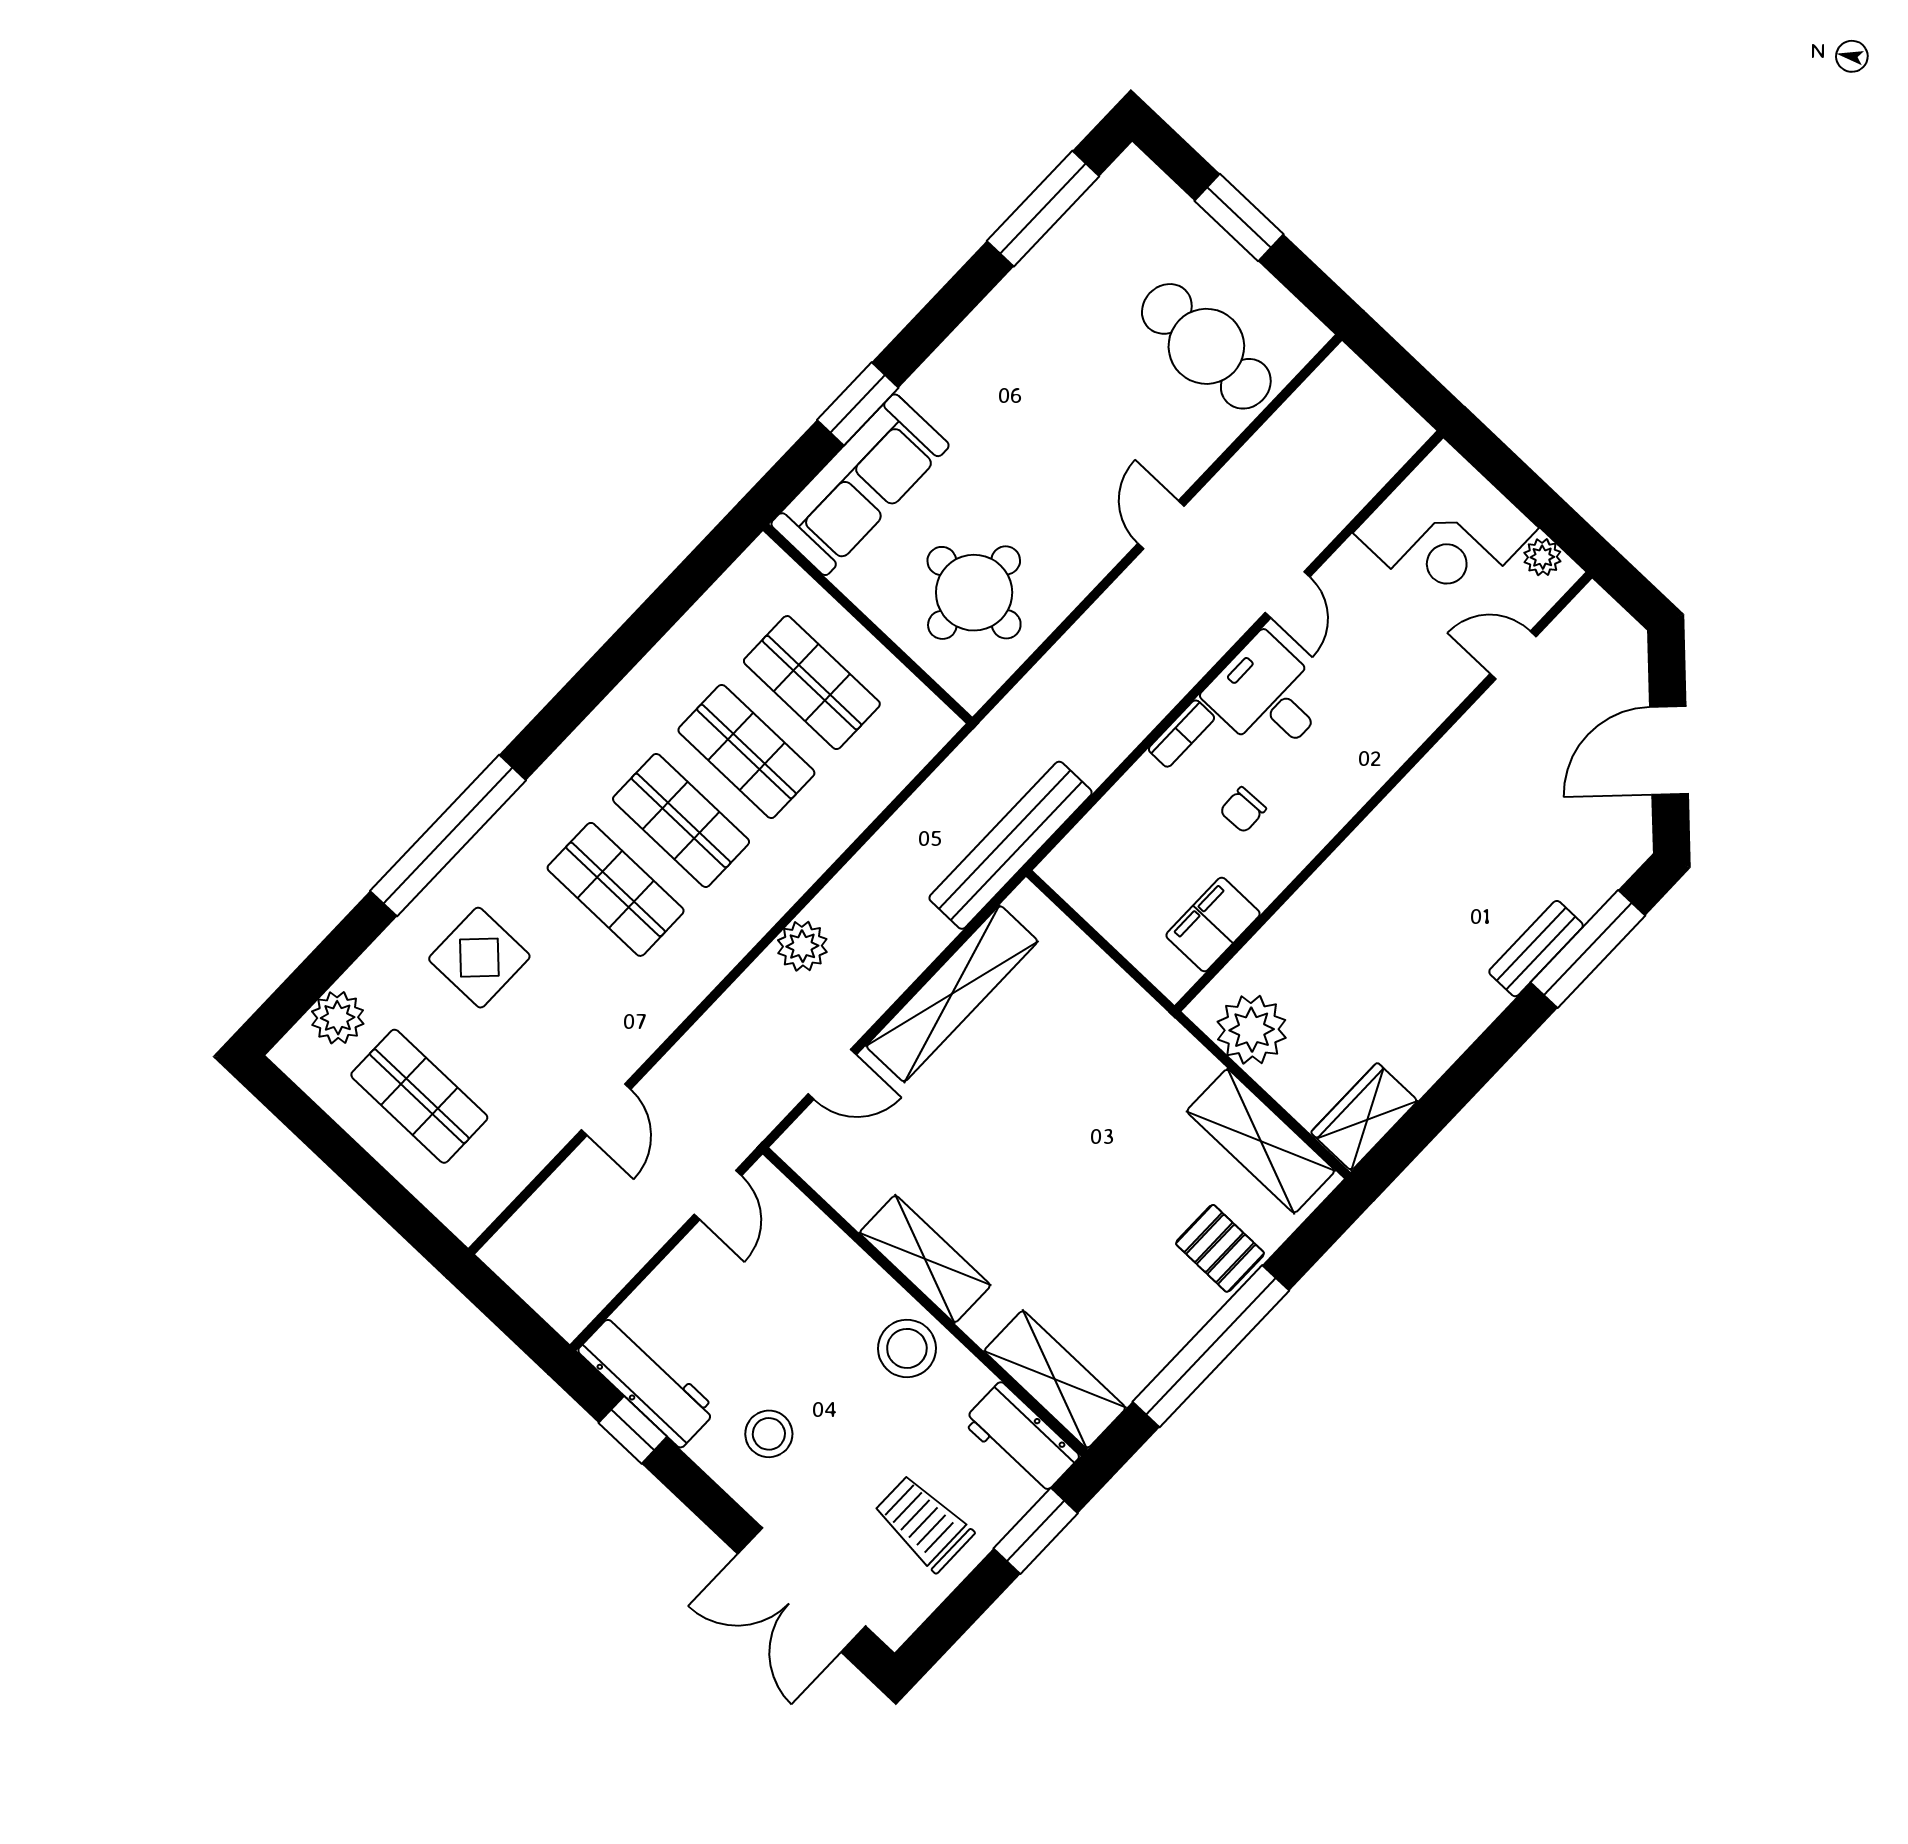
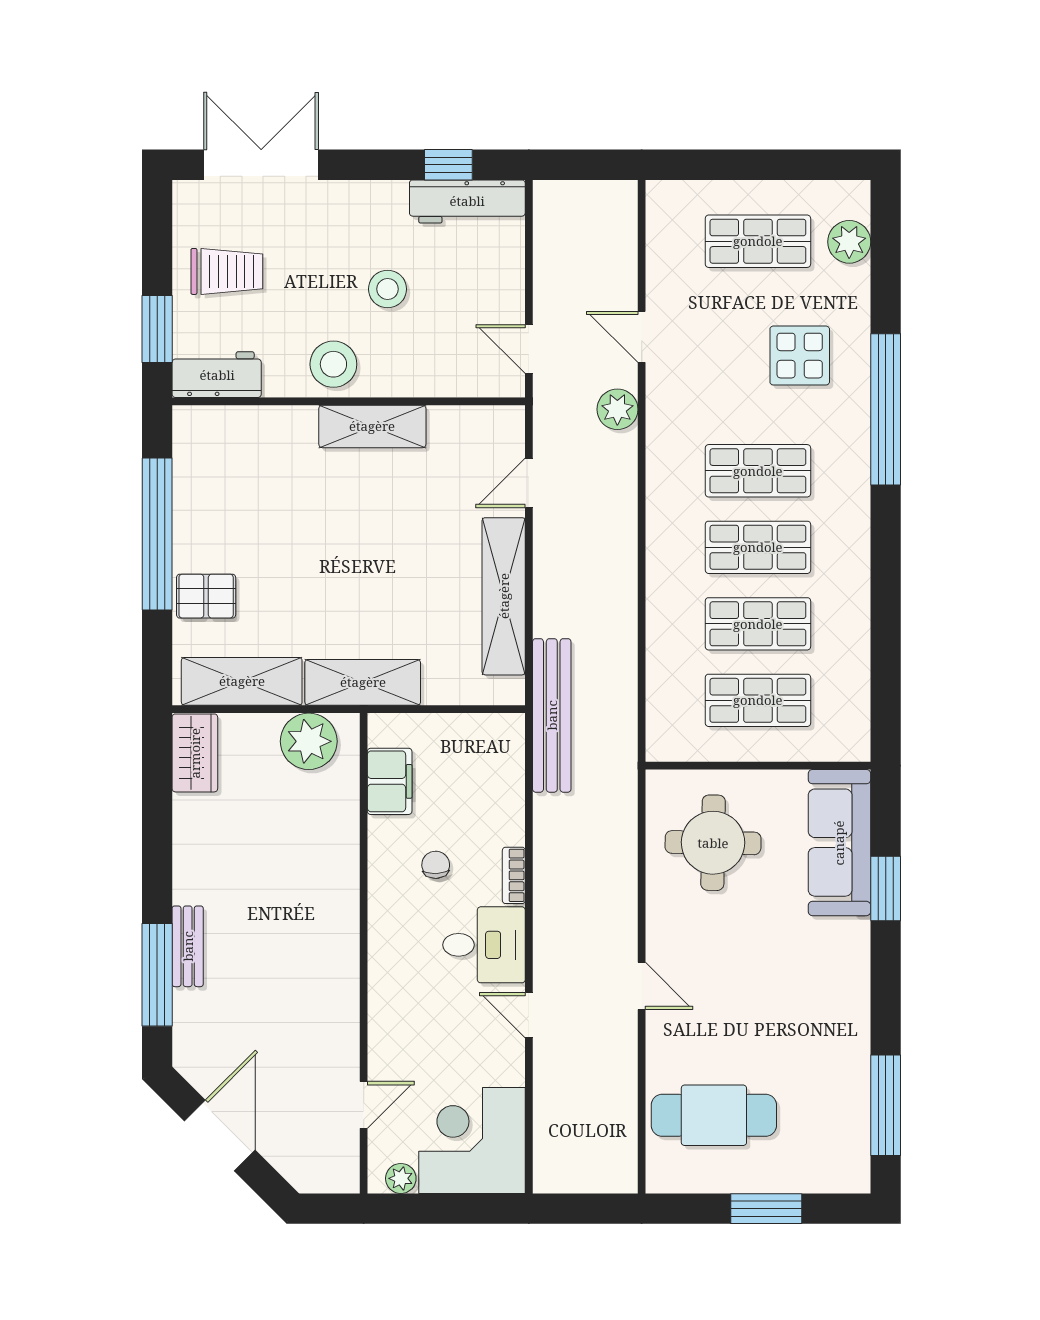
plant: (802, 946) -> (617, 409), moved
shelving: (1055, 1379) -> (363, 682), moved
stool: (769, 1434) -> (388, 289), moved

